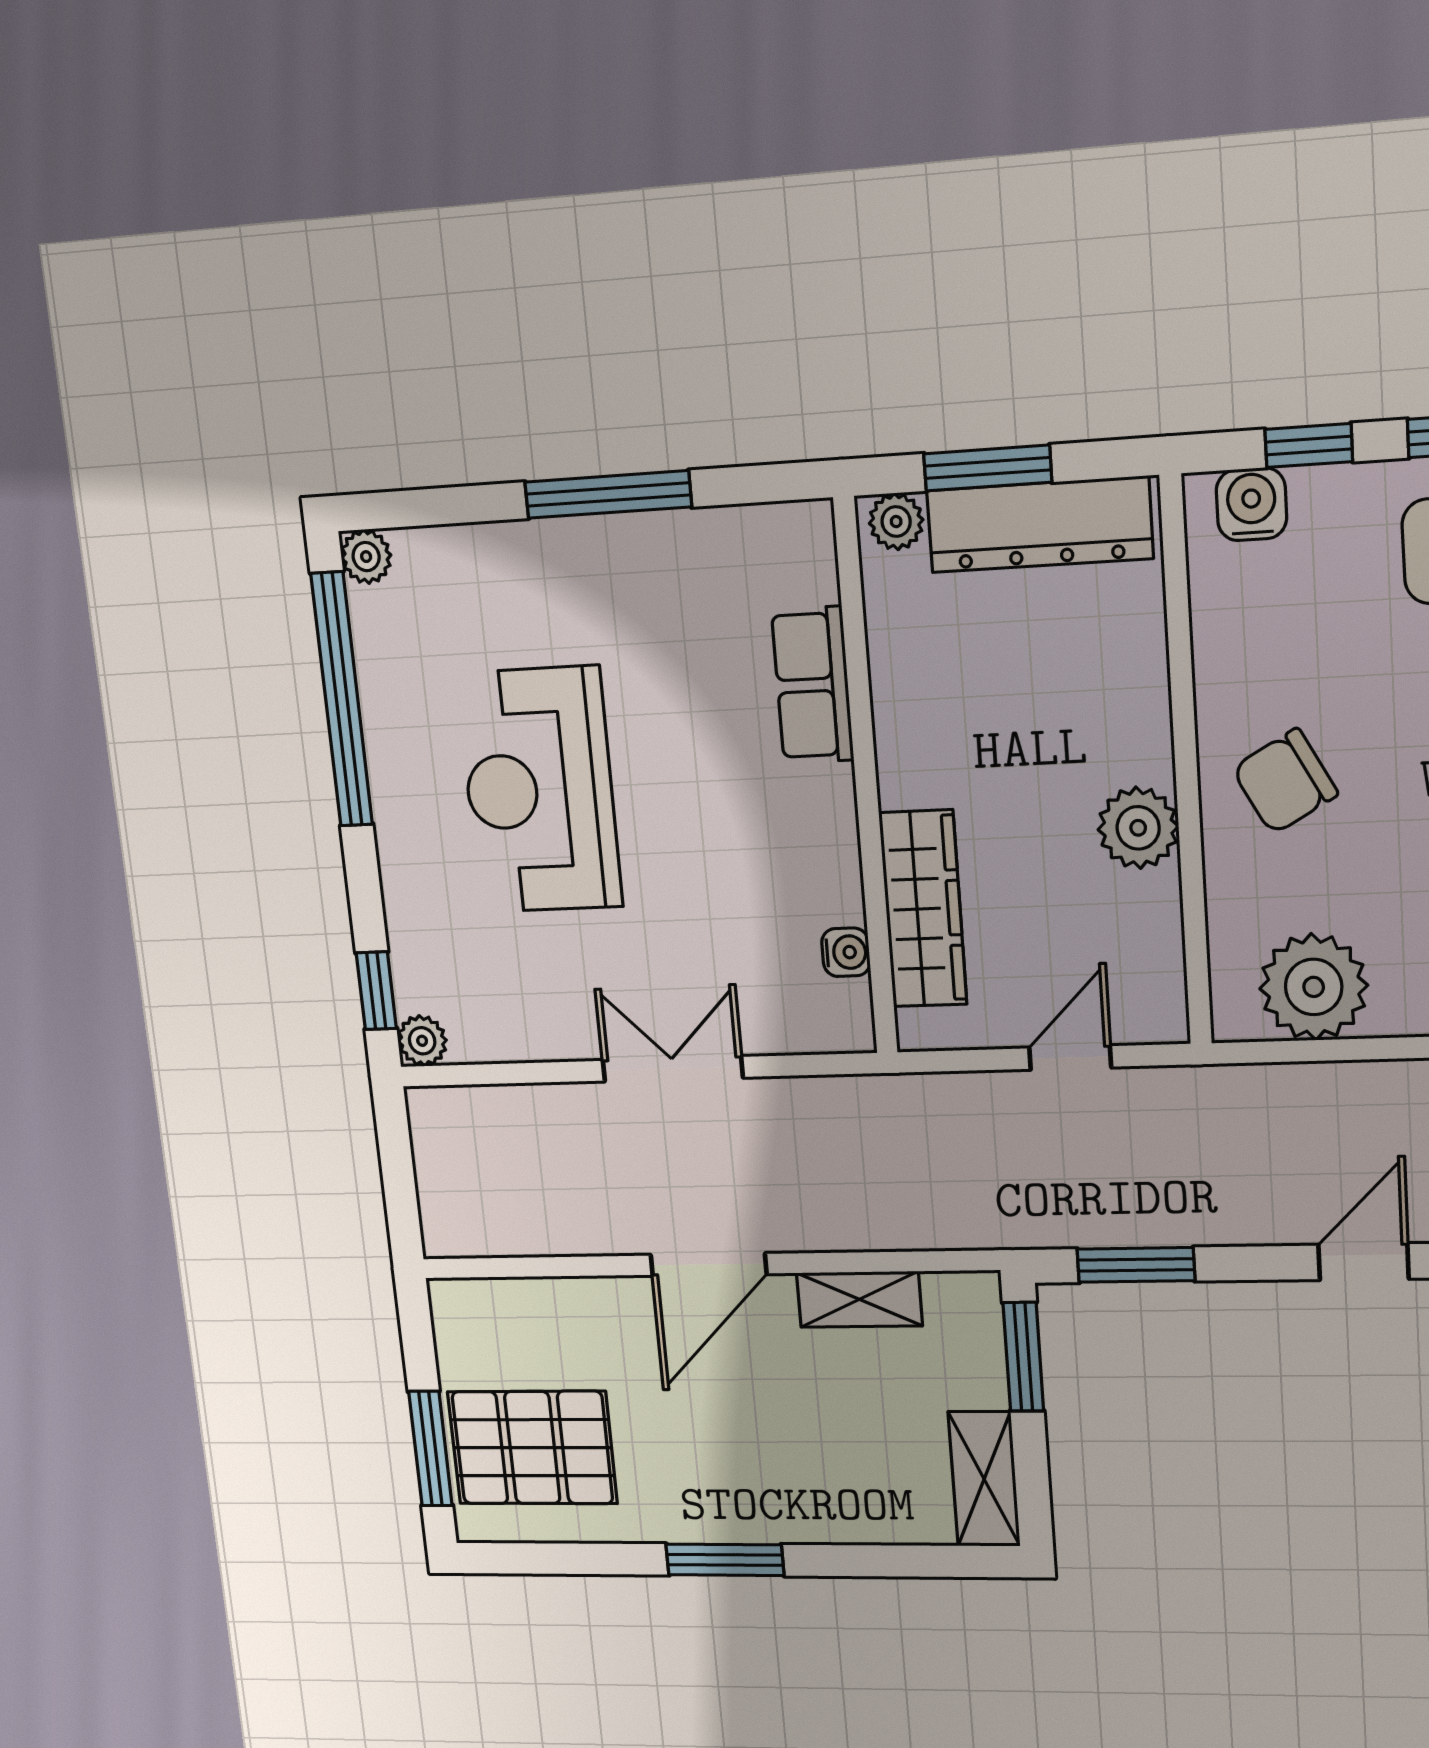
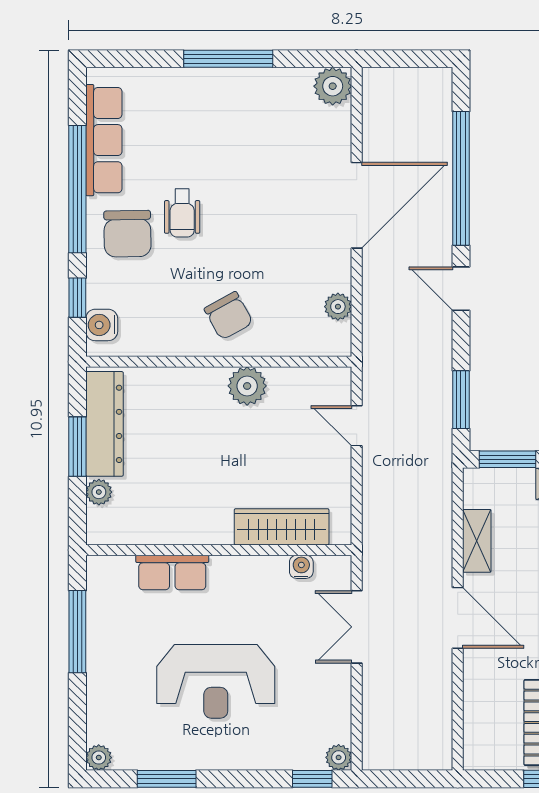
row of seats: (813, 685) -> (172, 572), moved
window: (342, 700) -> (167, 779), width x0.47
wall: (866, 780) -> (219, 550), moved
wardrobe: (923, 909) -> (282, 527), moved
water cooler: (846, 952) -> (301, 567), moved
plant: (1314, 987) -> (338, 307), width x0.53, depth x0.53

